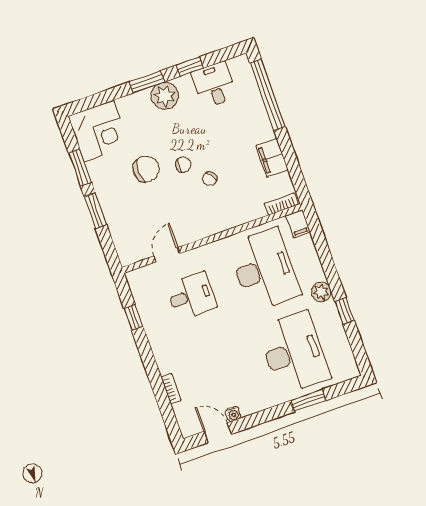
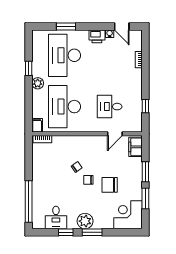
filing cabinet: (272, 158) -> (136, 147), moved, turned 180
printer: (252, 402) -> (97, 36), added

